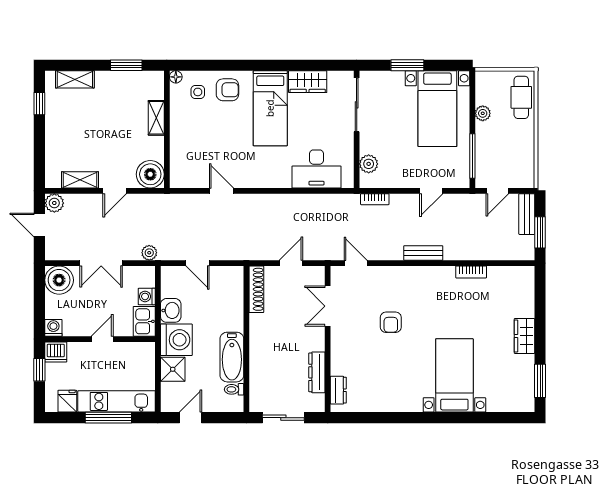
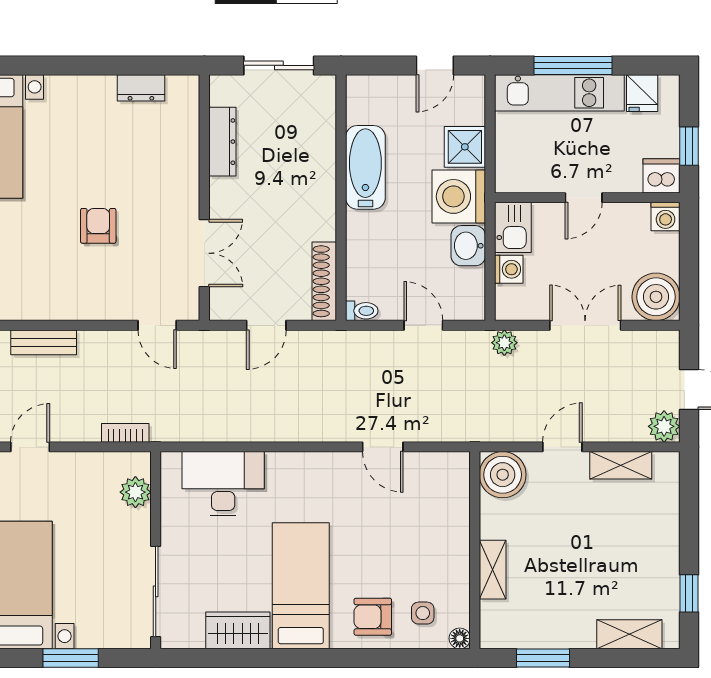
toilet: (234, 389) -> (362, 311), moved
dresser: (338, 390) -> (141, 88), moved, turned -90

